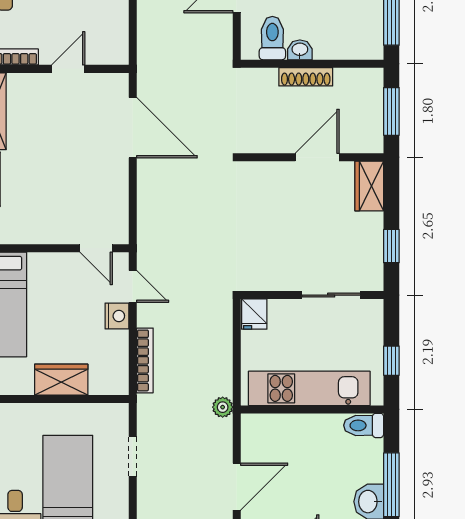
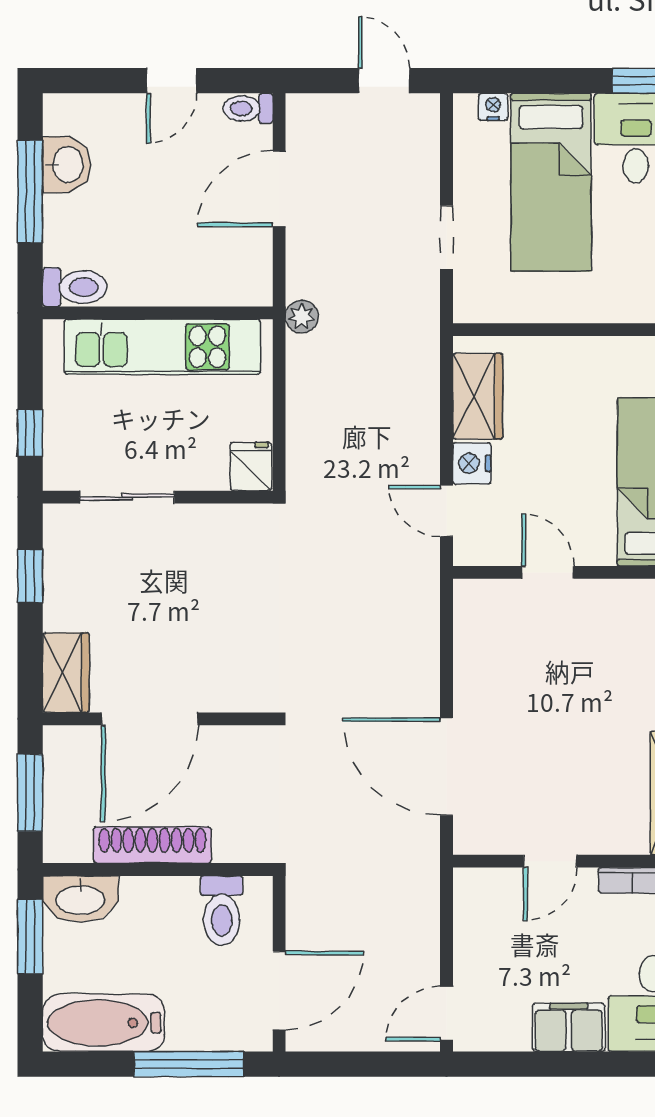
washbasin: (300, 50) -> (80, 899), moved, width x1.91, depth x1.45
shoe rack: (306, 77) -> (152, 845), width x1.36, depth x1.24
door: (317, 157) -> (150, 719), width x1.36
door: (96, 248) -> (548, 572), moved
bookcase: (145, 360) -> (427, 392), removed
window: (391, 361) -> (30, 433), moved
wardrobe: (61, 380) -> (478, 396), moved, turned -90

